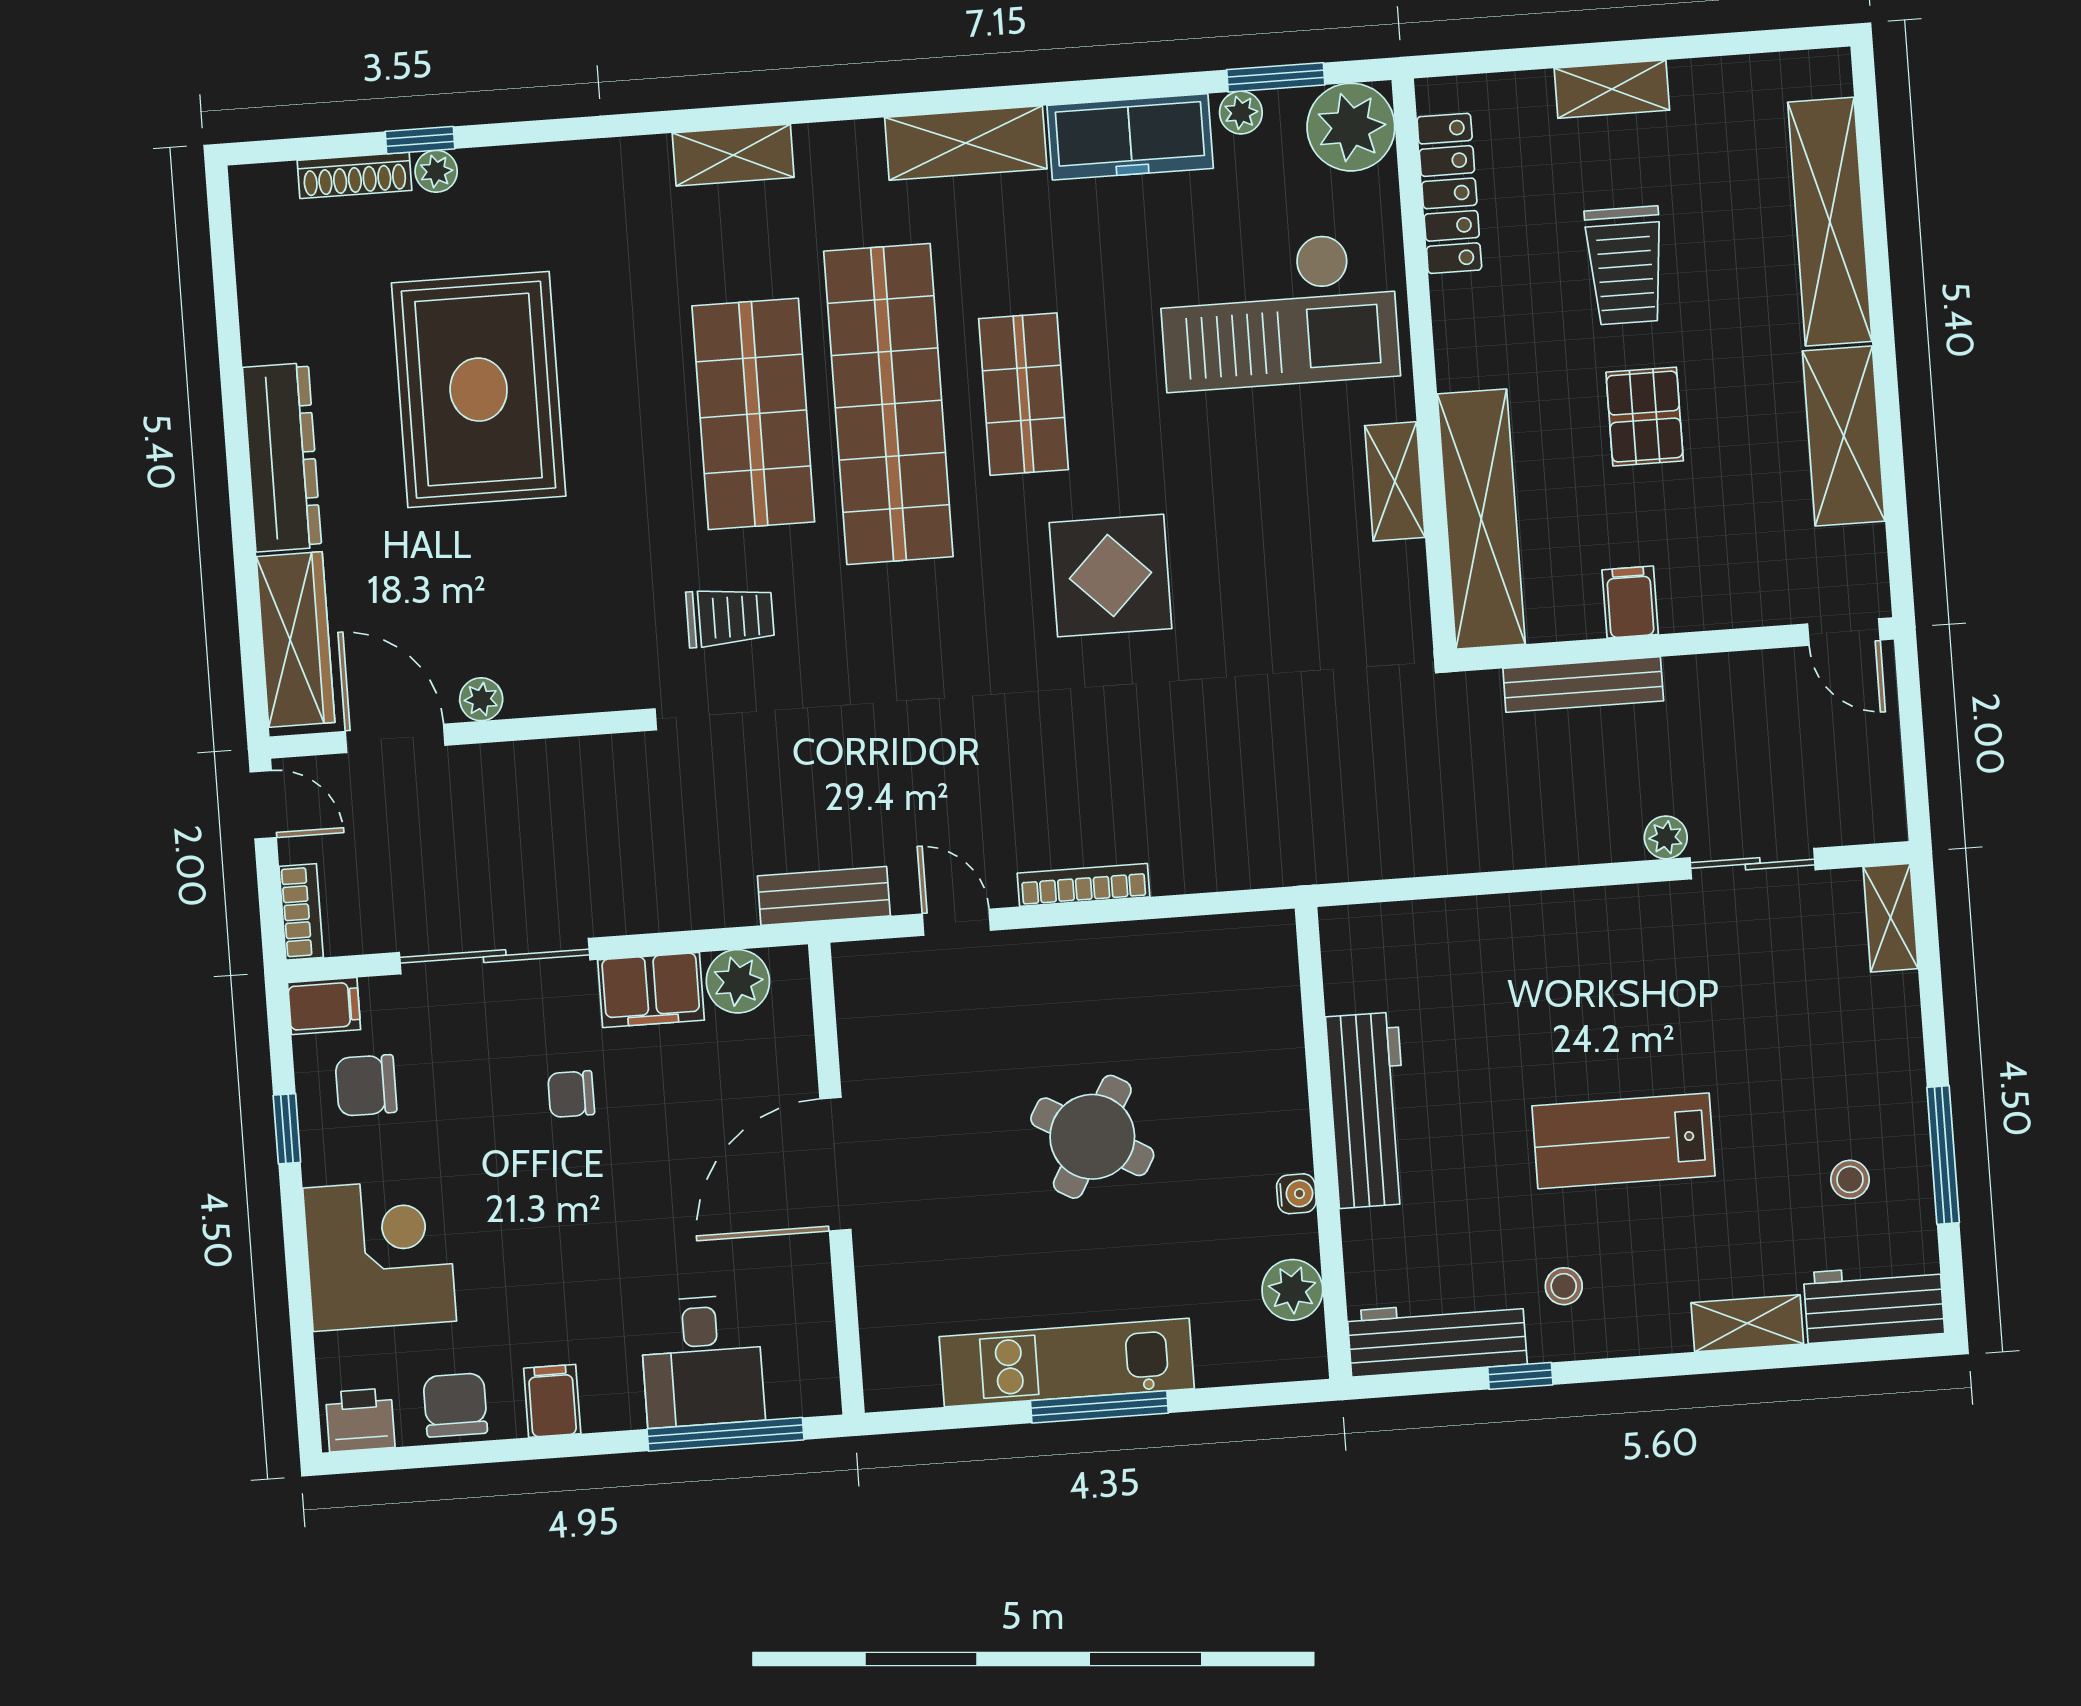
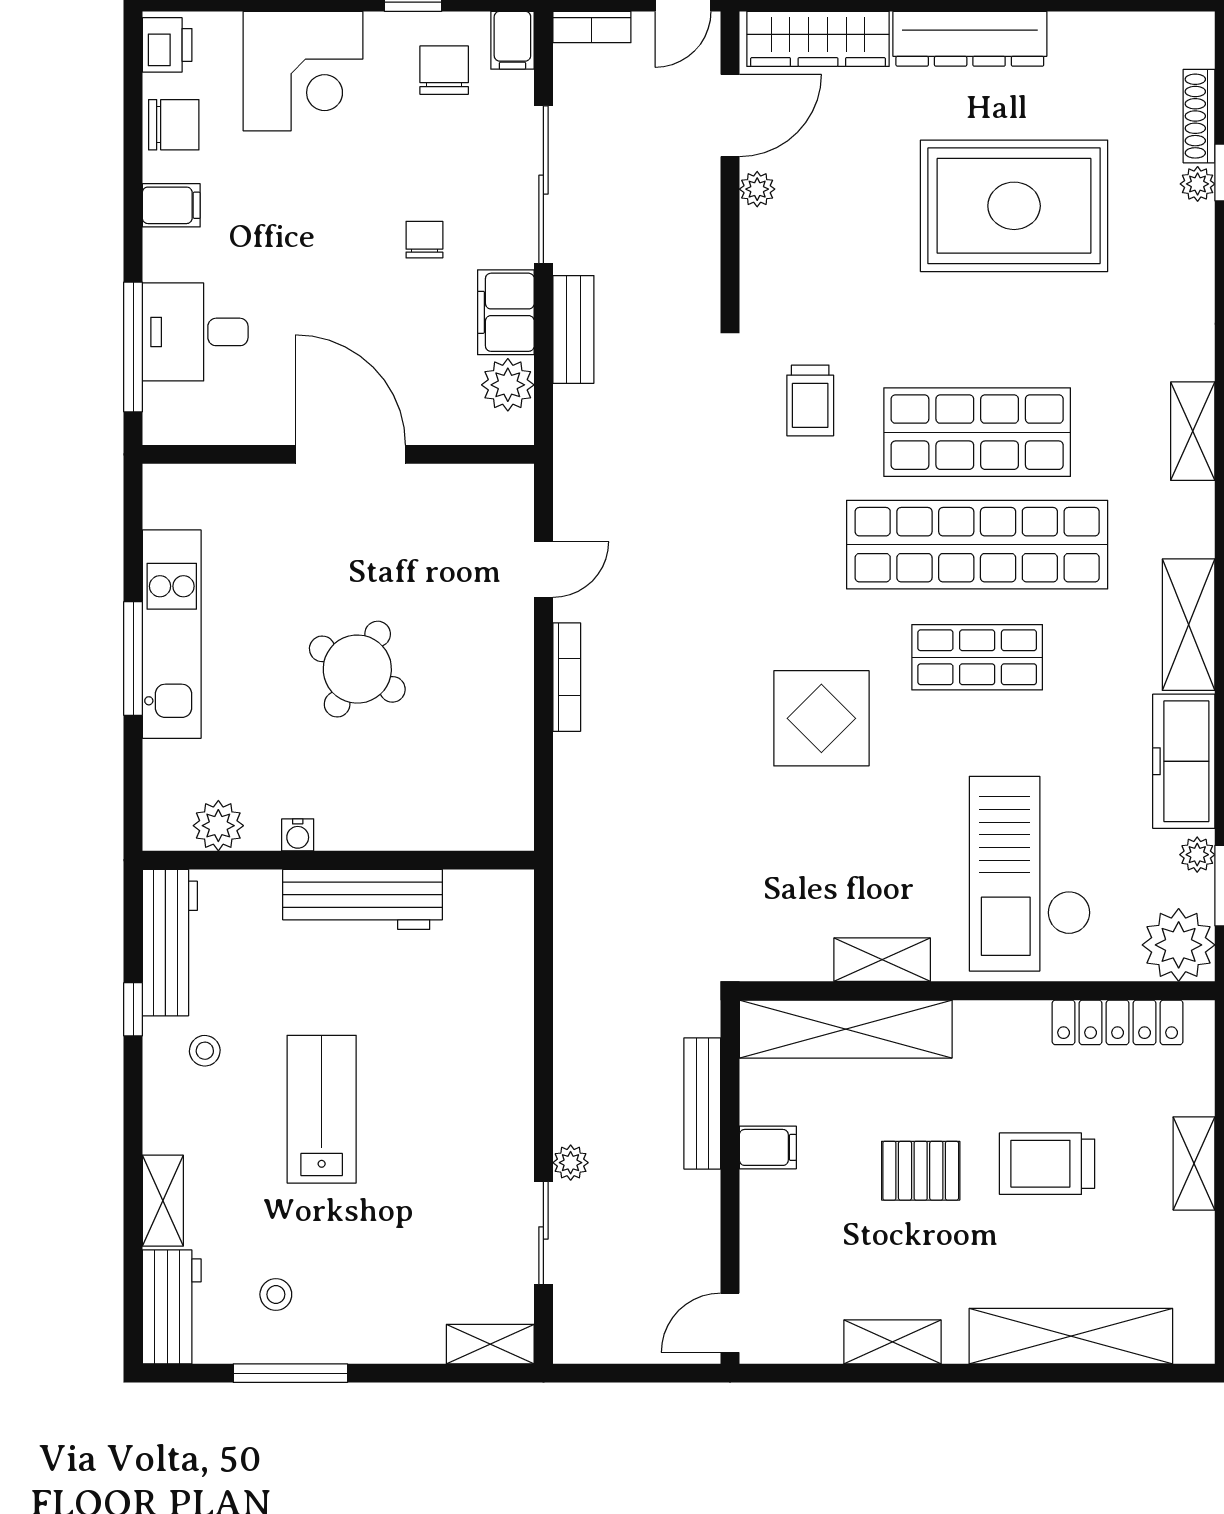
shelving: (1844, 436) -> (892, 1342), width x0.67, depth x0.75
bench: (824, 896) -> (573, 329), moved

